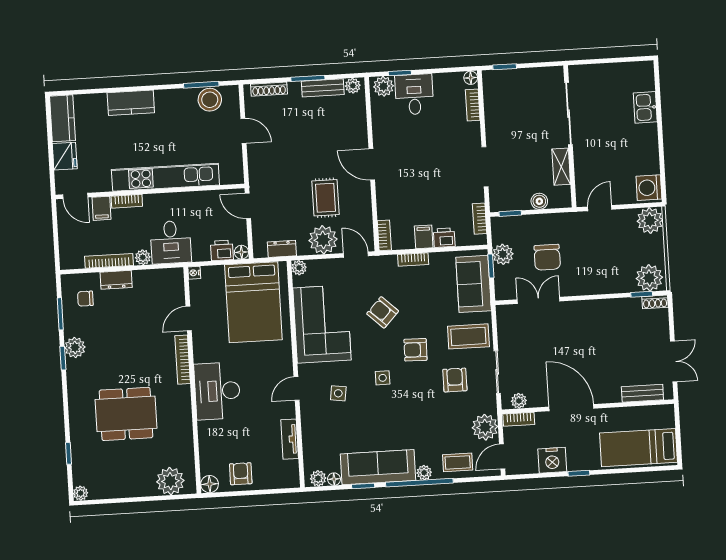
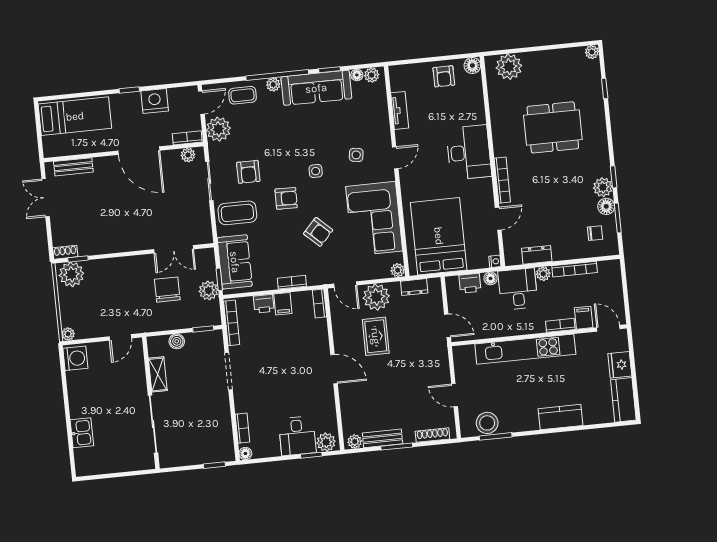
bookcase: (480, 219) -> (232, 323), width x1.56
plant: (650, 221) -> (68, 334), width x0.53, depth x0.53
floor lamp: (241, 252) -> (491, 278), moved
dresser: (116, 280) -> (537, 255), moved
floor lamp: (72, 327) -> (606, 206), added

